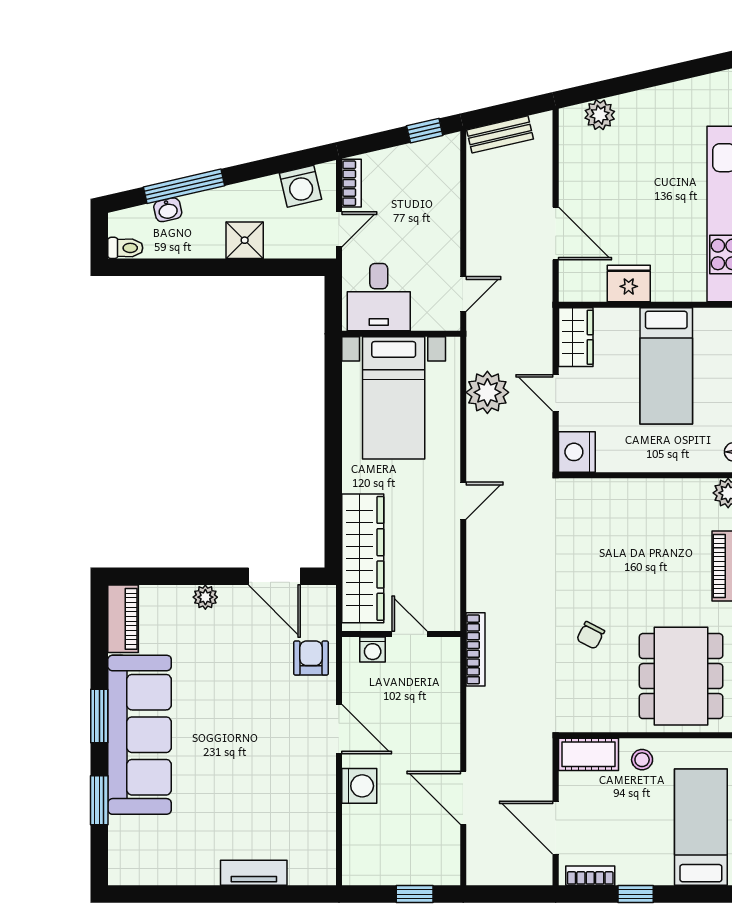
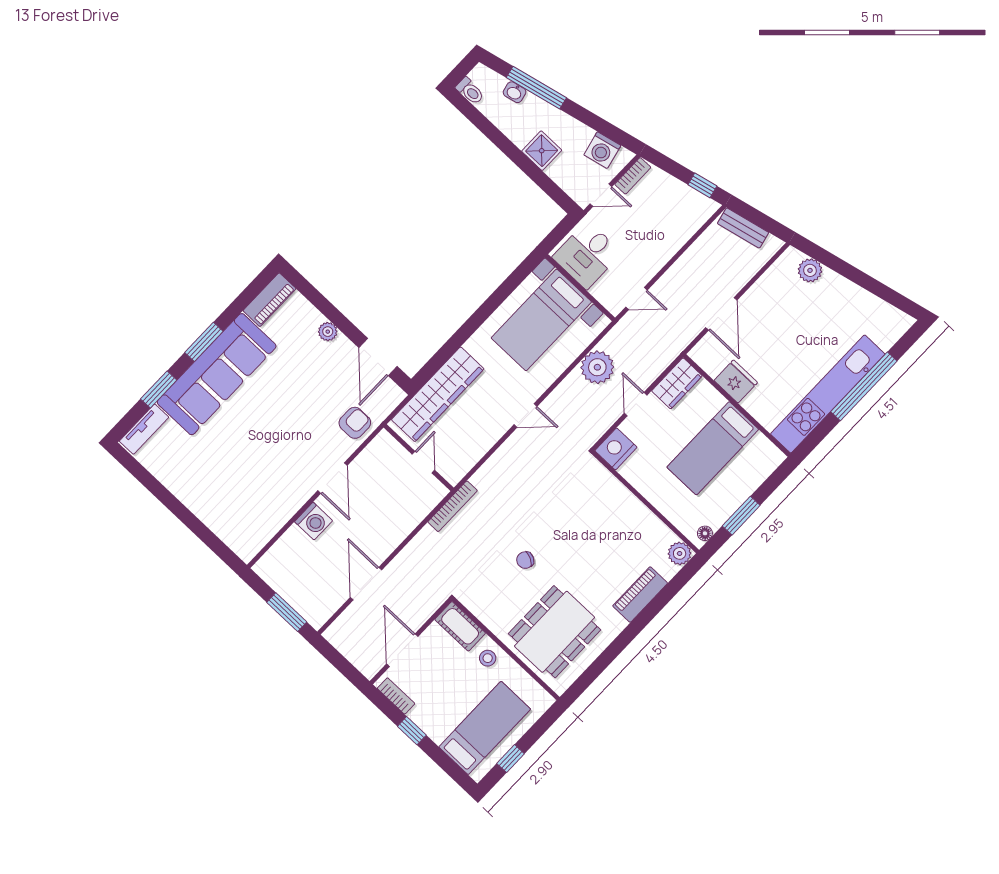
washing machine: (373, 650) -> (394, 451), removed
tv unit: (254, 873) -> (144, 429), moved, turned 90
window: (415, 894) -> (287, 612), width x1.50

